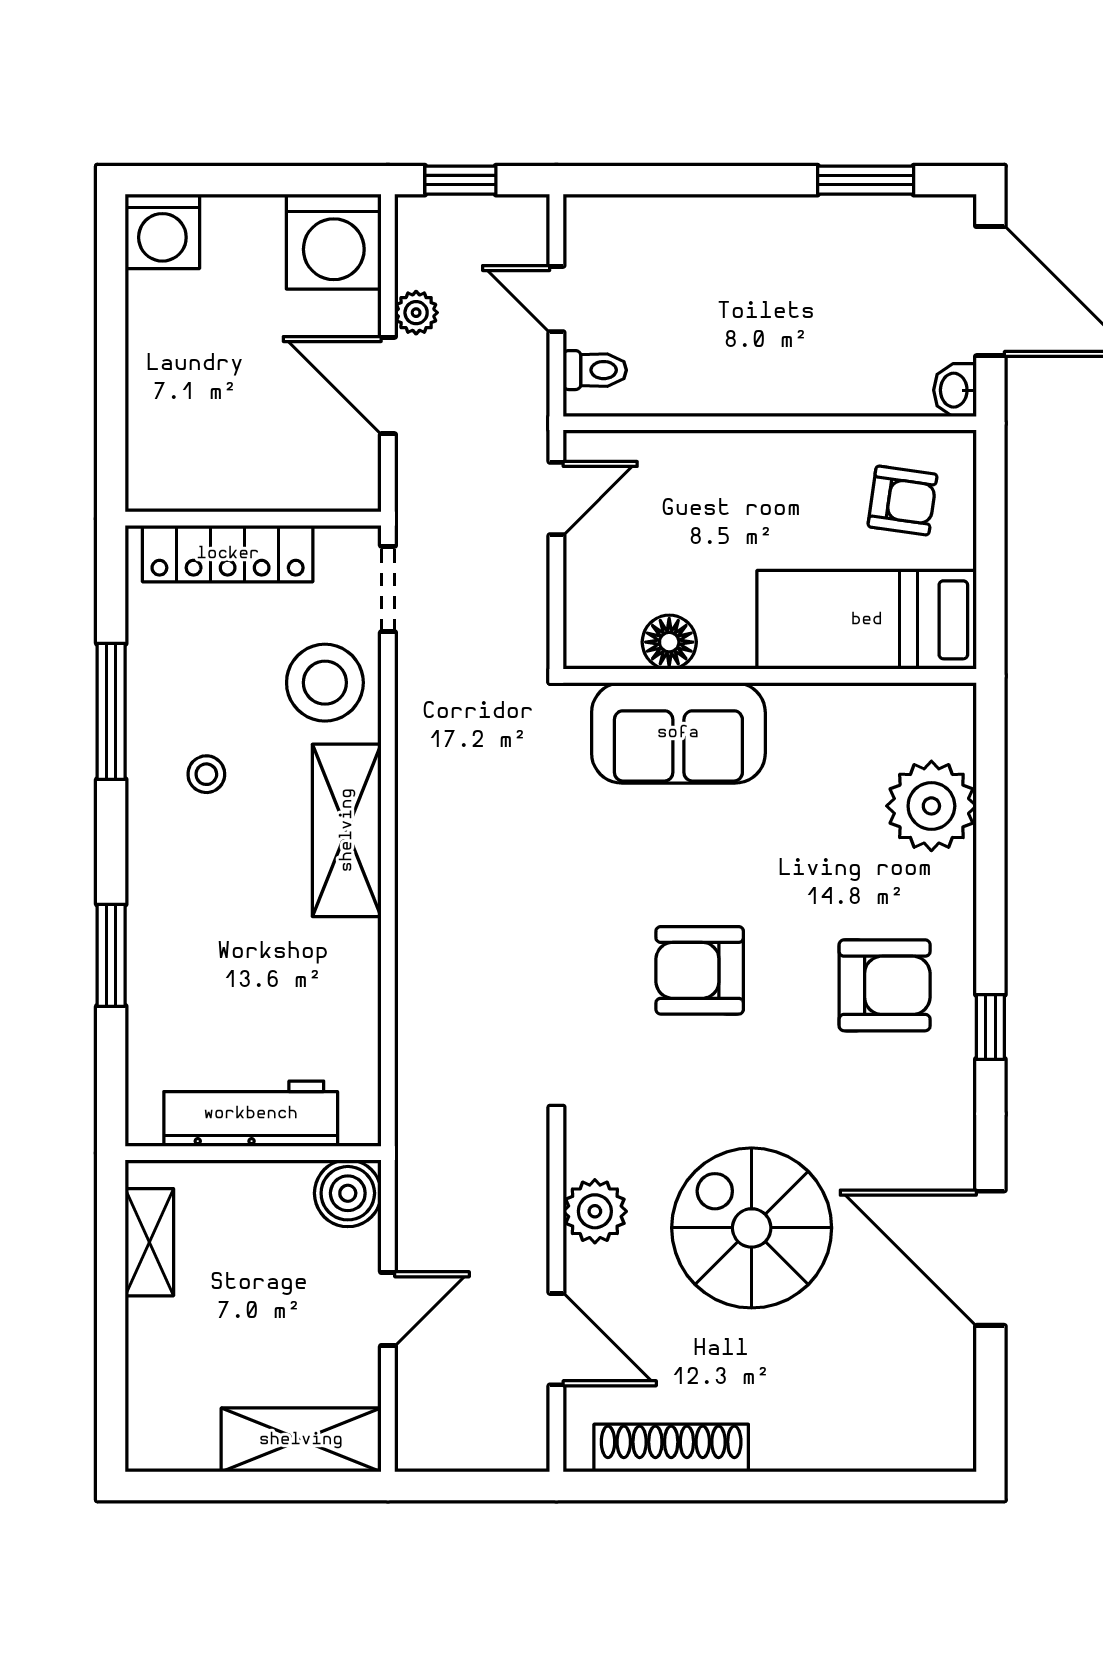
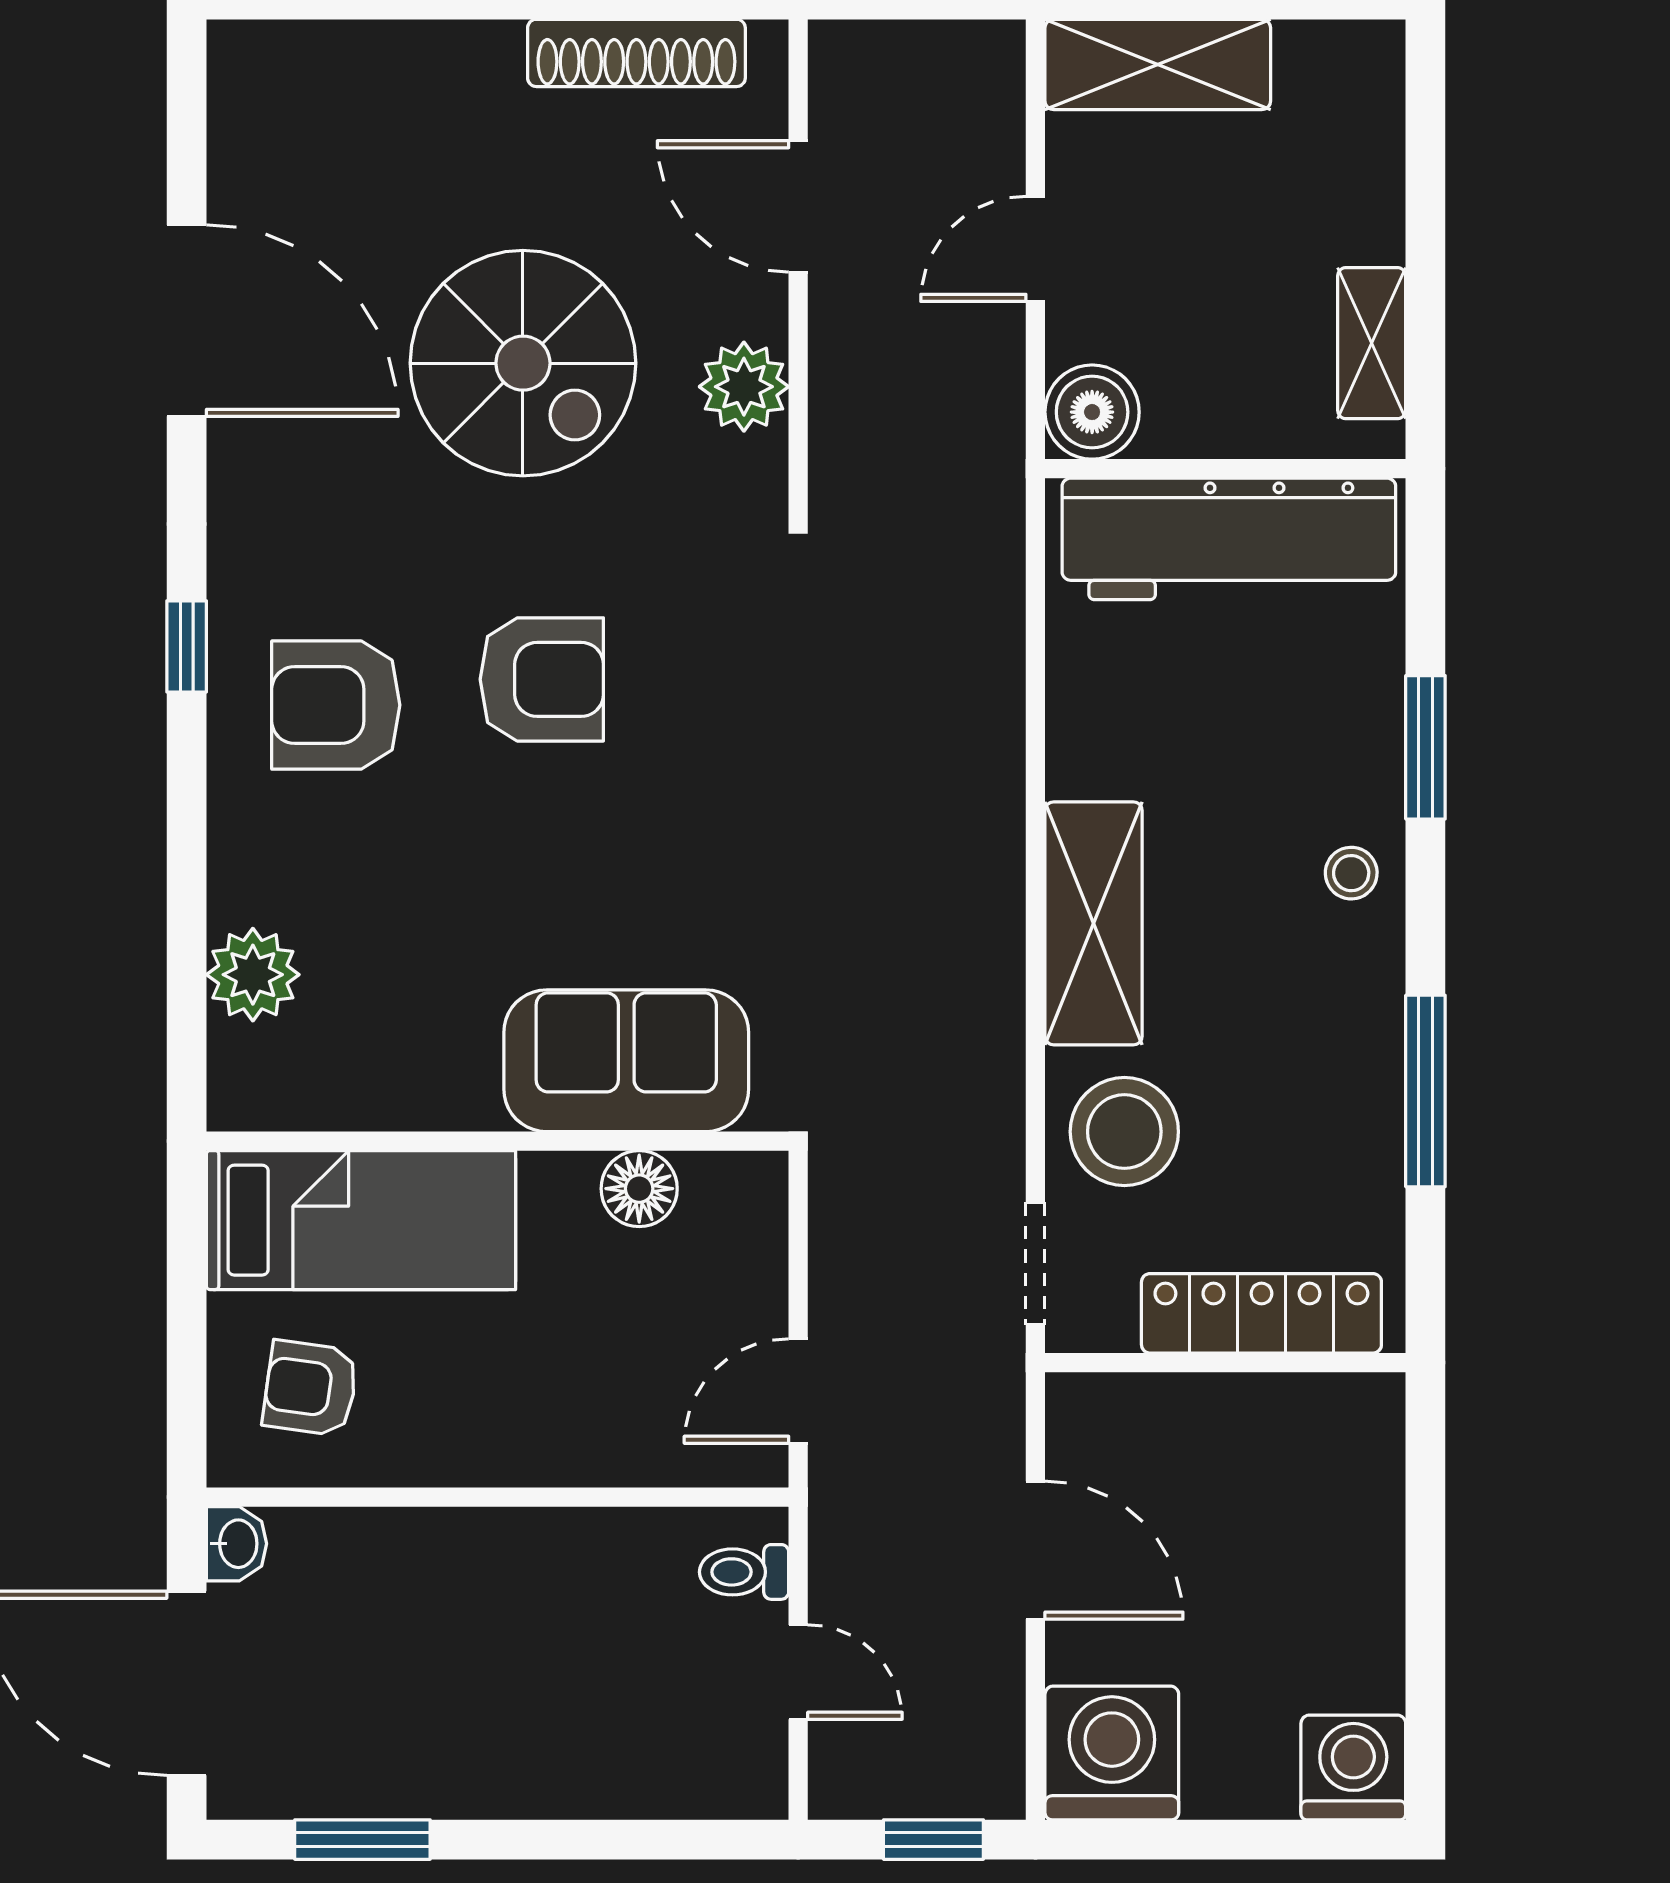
plant: (416, 313) -> (996, 1653), removed
stool: (206, 774) -> (1351, 873), moved
plant: (931, 806) -> (253, 975), width x0.73, depth x0.73
armchair: (700, 970) -> (542, 679), moved
workbench: (251, 1114) -> (1229, 539), width x1.36, depth x1.32

